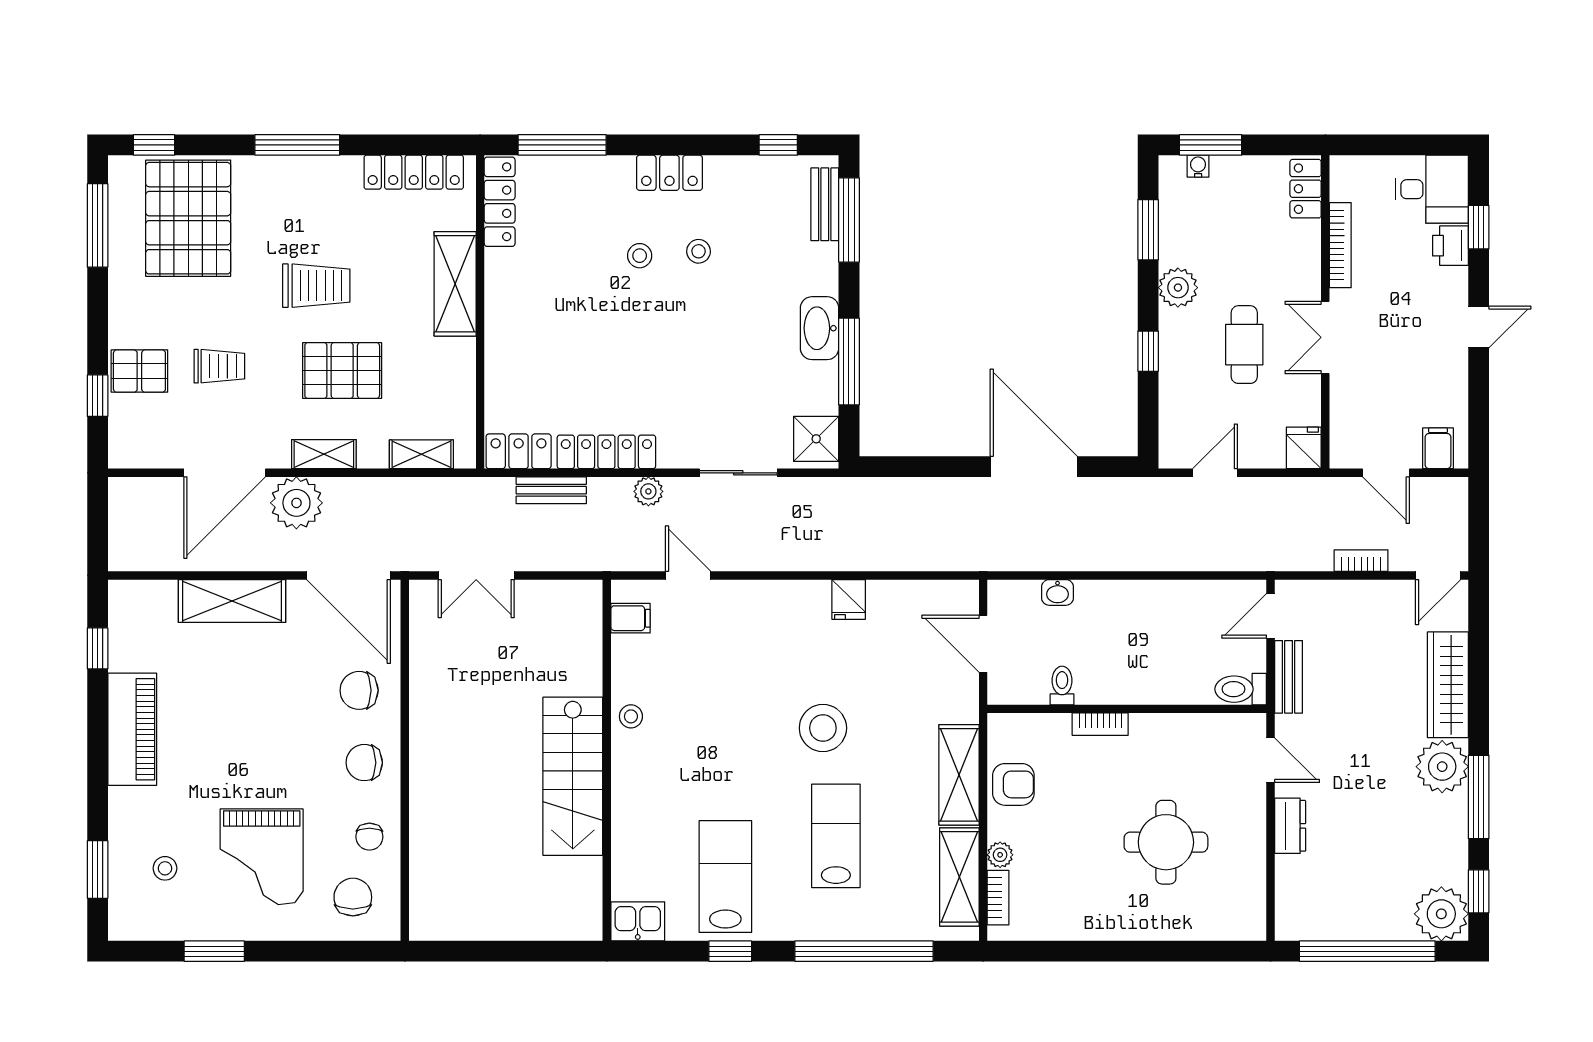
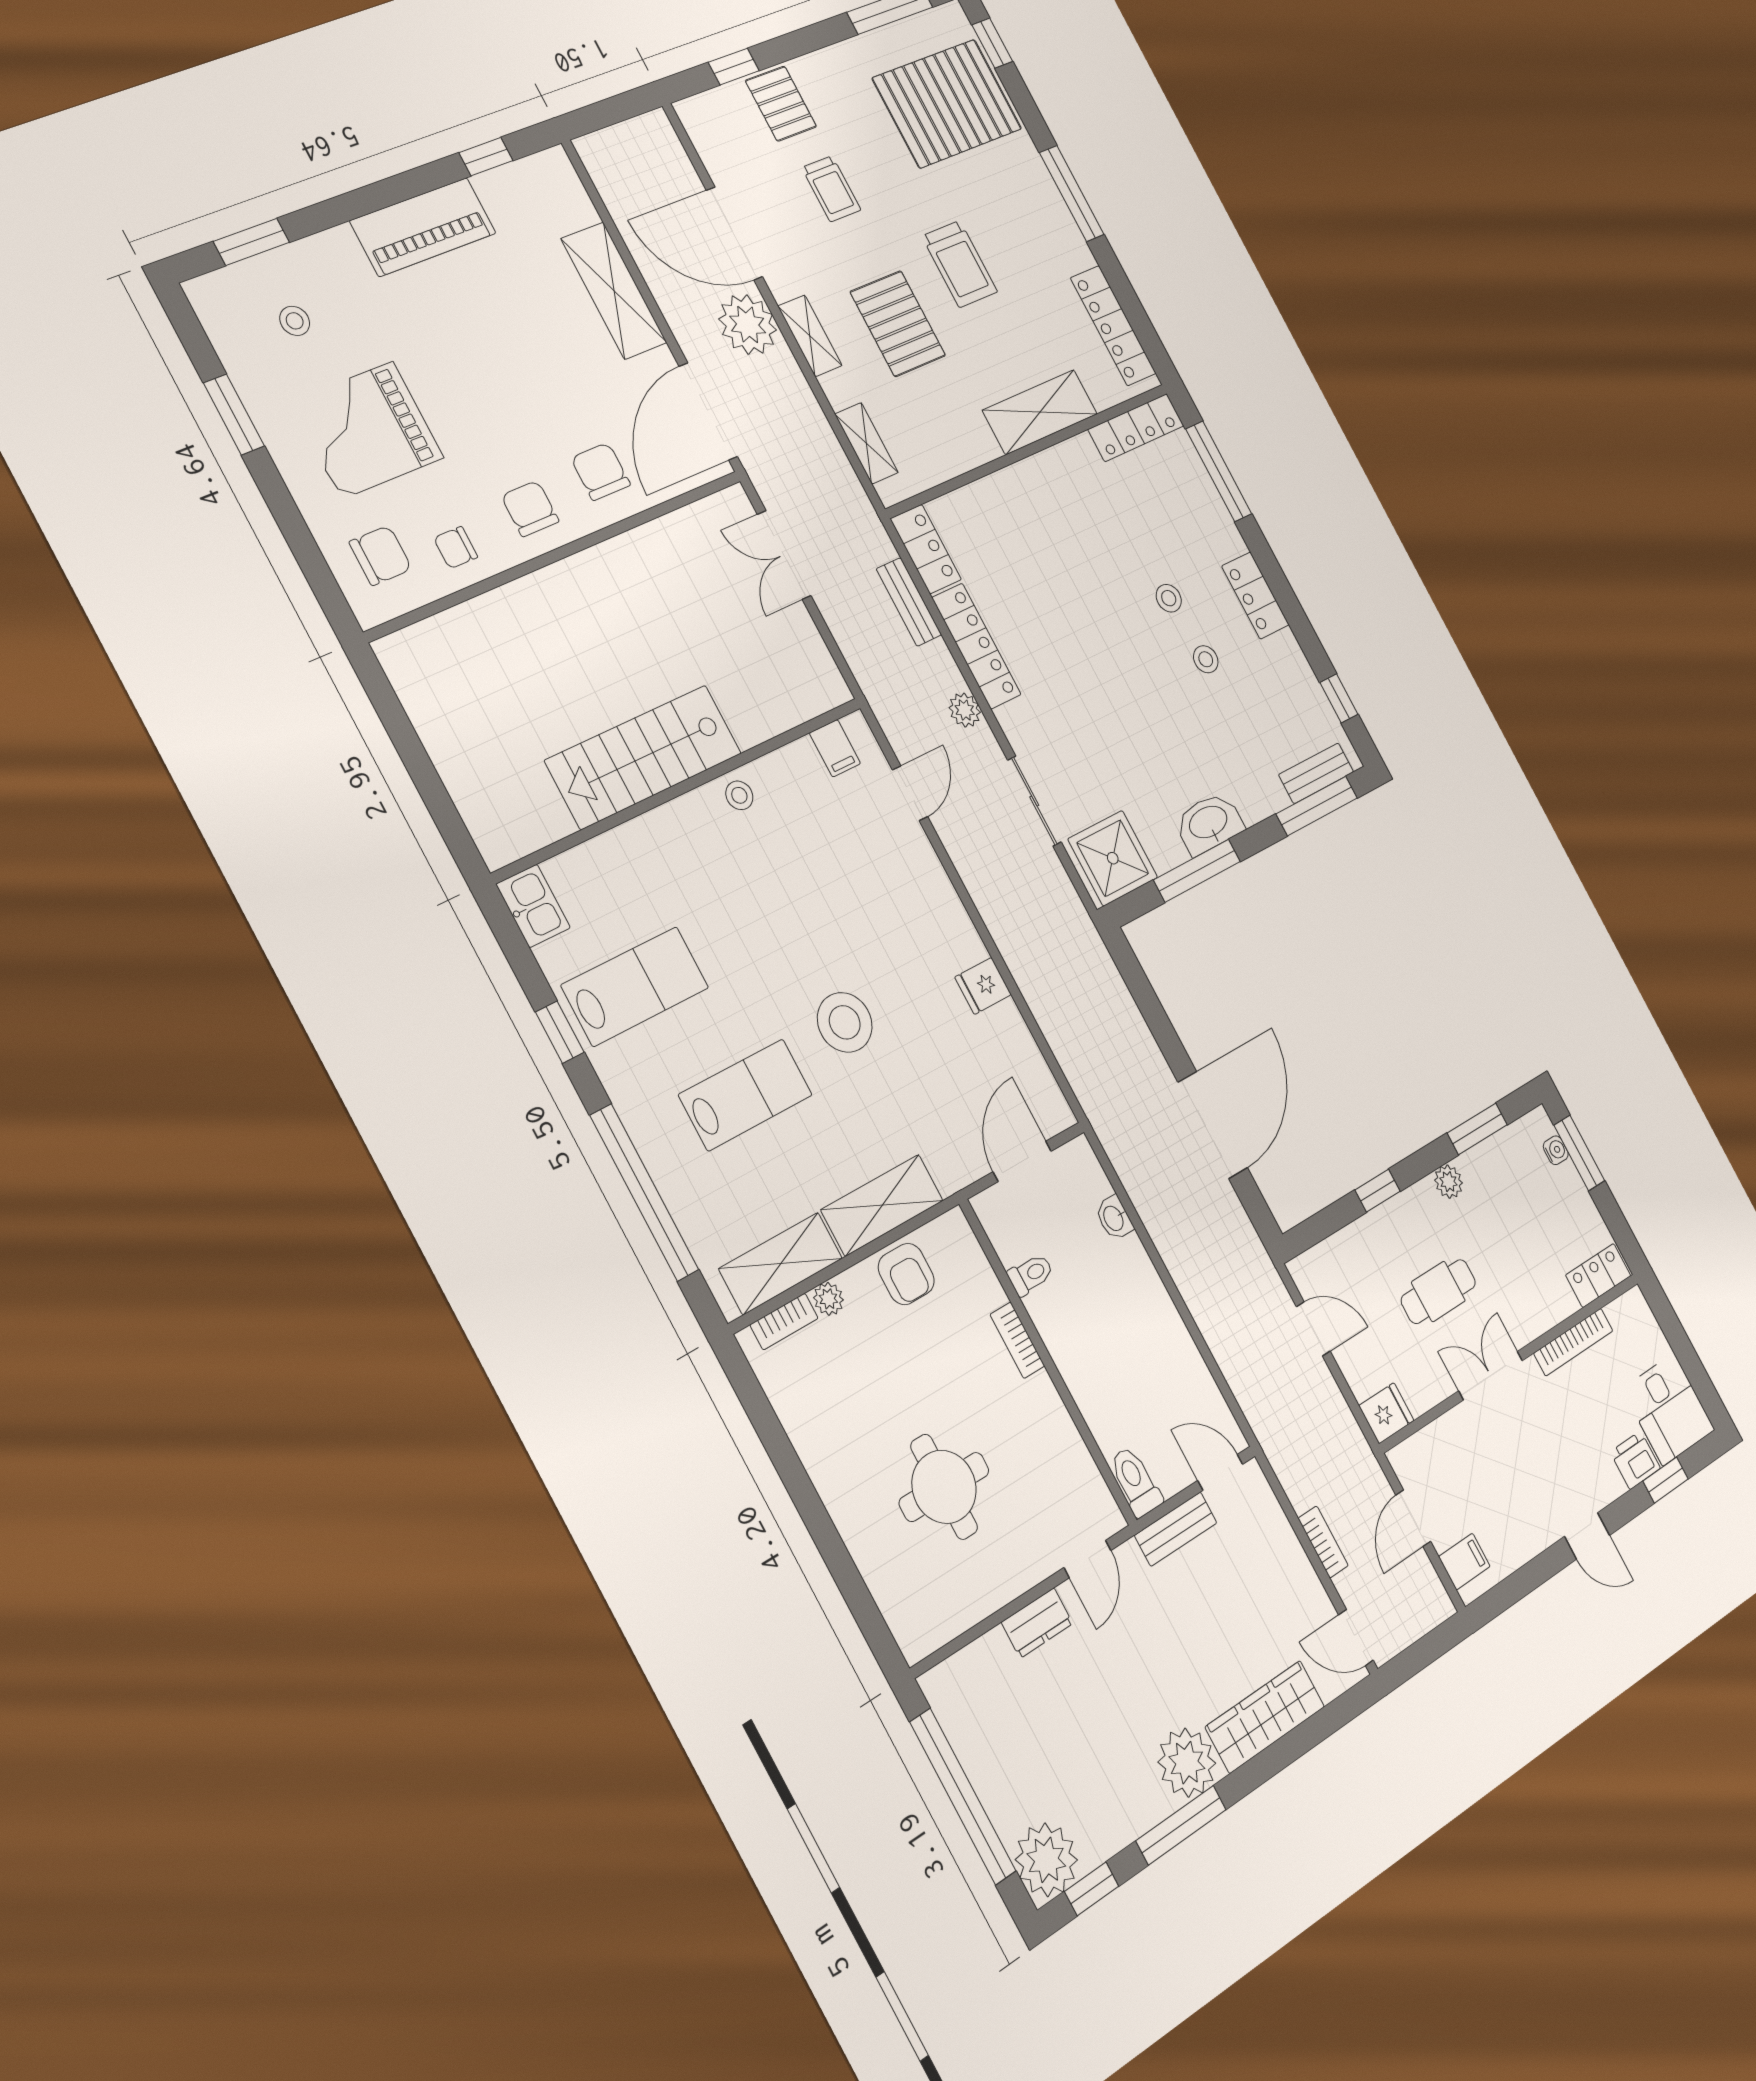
plant: (1178, 288) -> (1449, 1182), width x0.73, depth x0.73
shower: (816, 439) -> (1113, 858), width x1.36, depth x1.36

